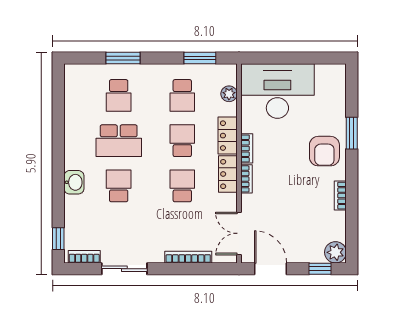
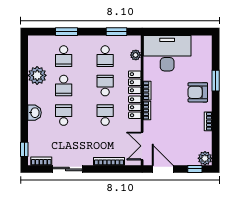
plant: (78, 125) -> (37, 75), added
school desk: (119, 141) -> (64, 86), width x0.54
armchair: (324, 151) -> (198, 92), turned 90

